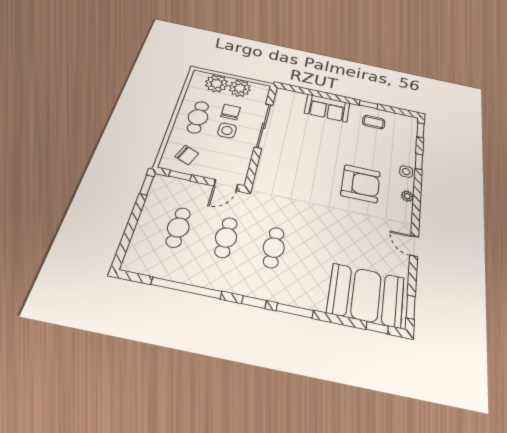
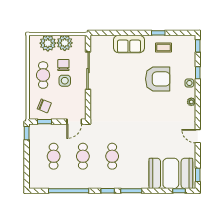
armchair: (361, 184) -> (158, 79), moved

